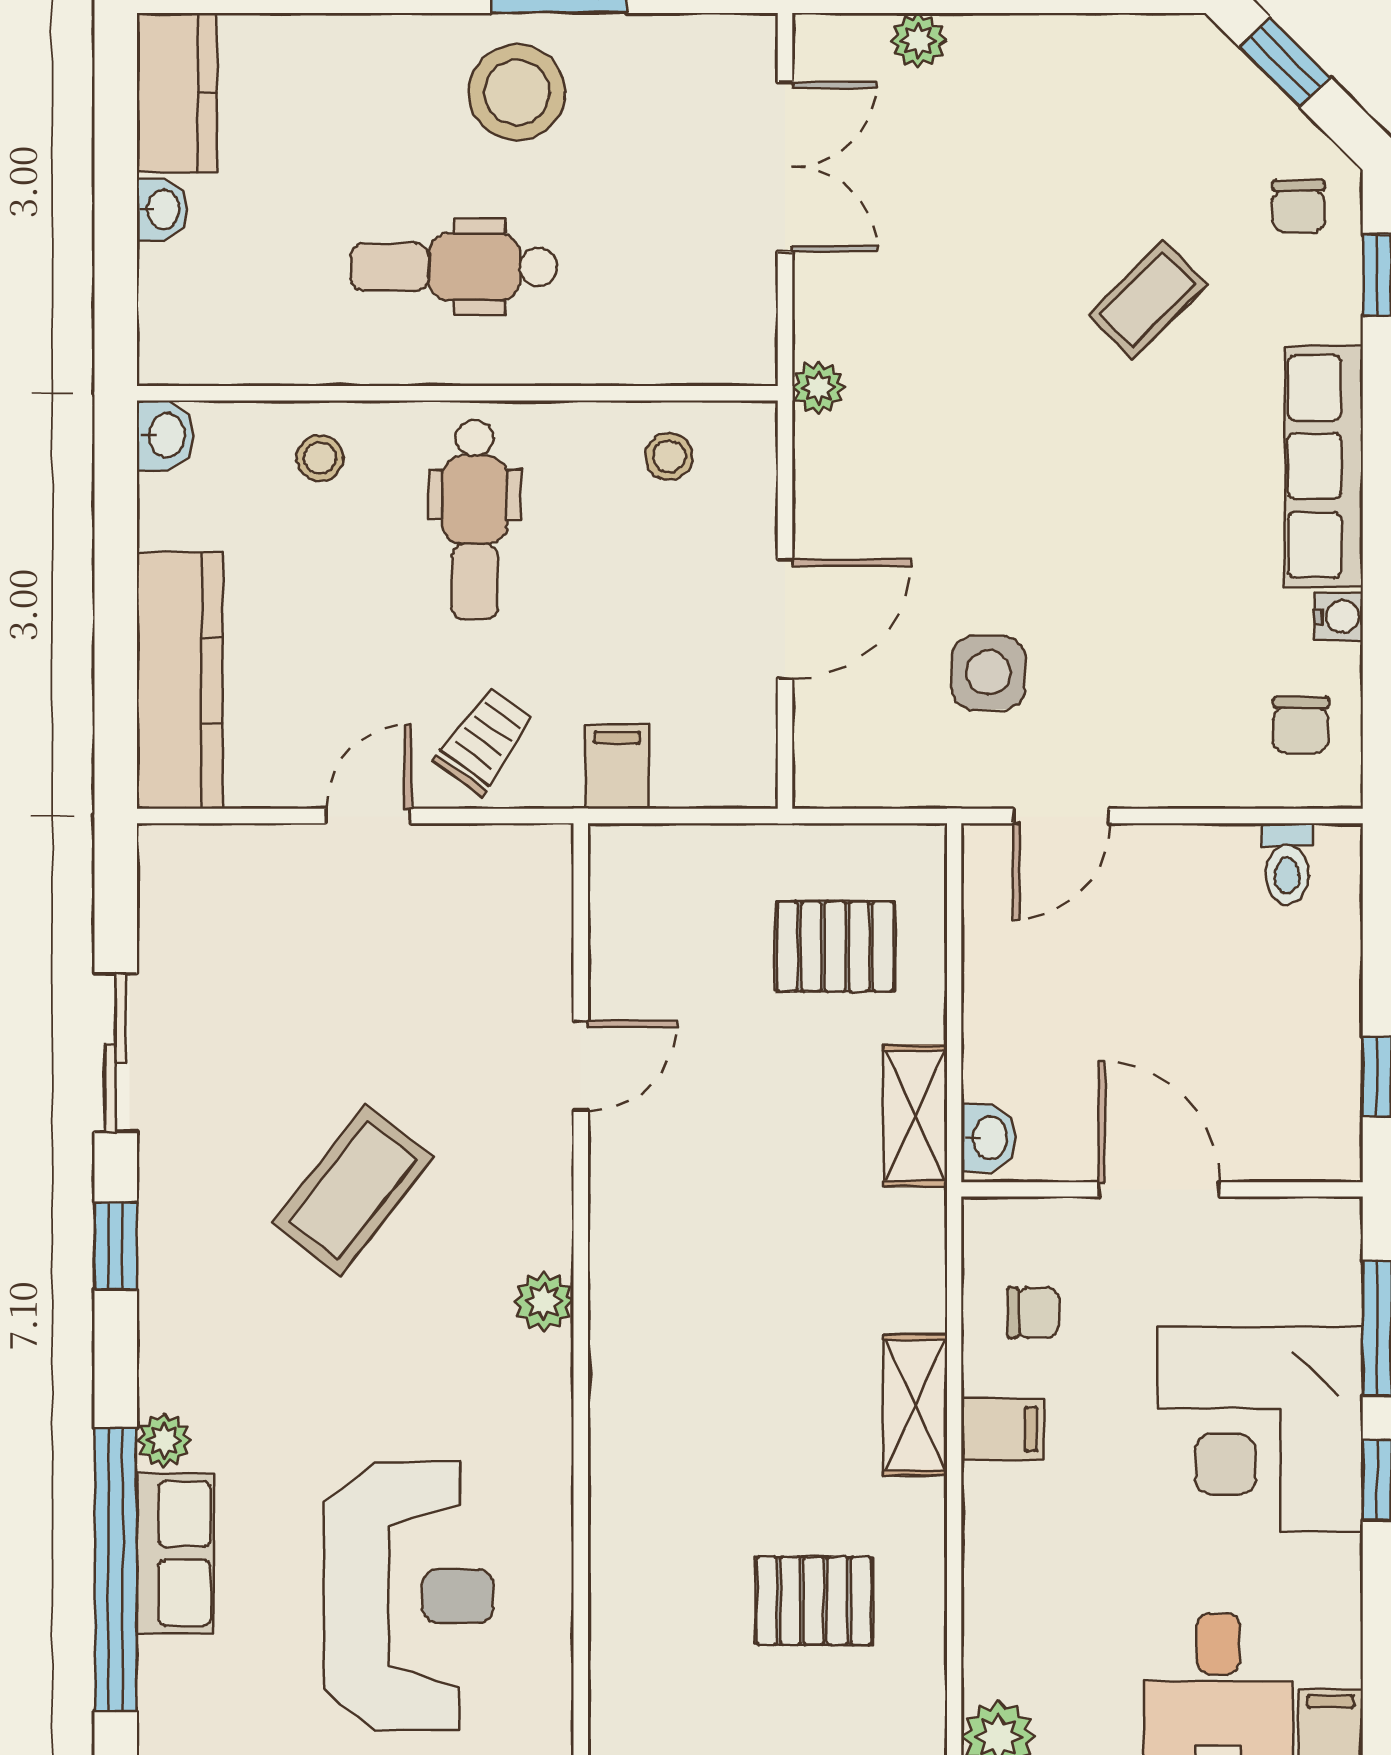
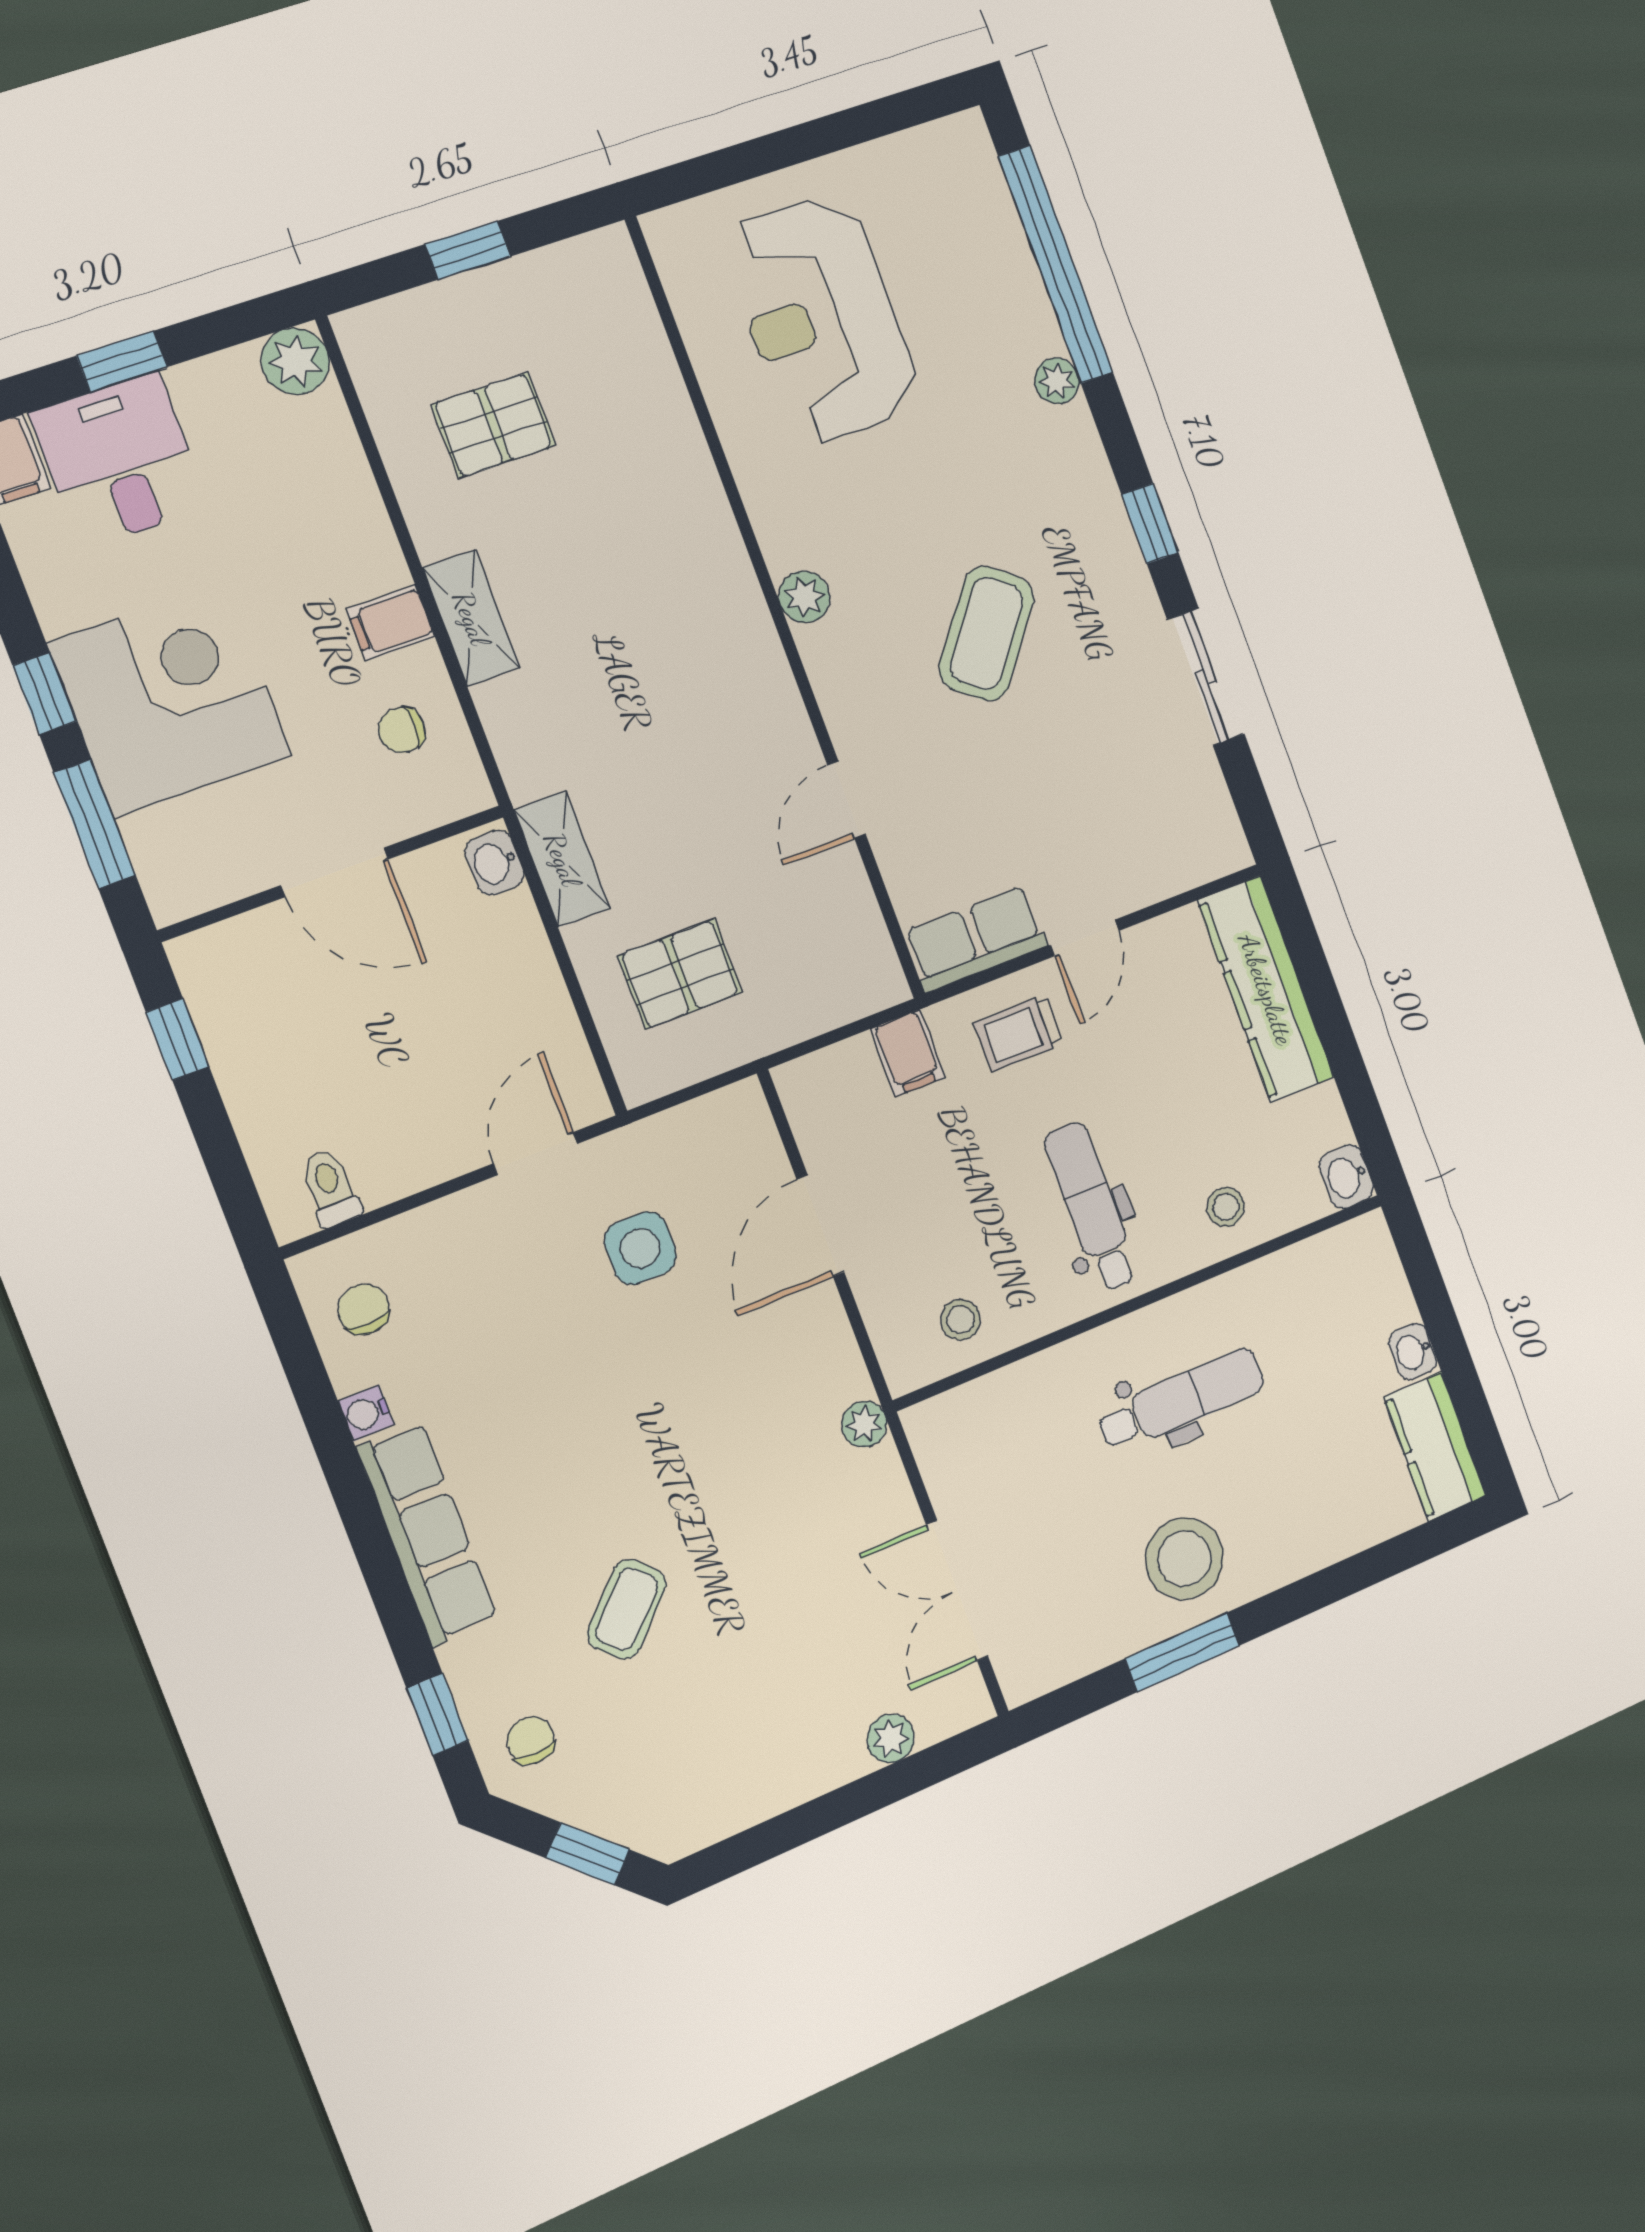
trolley: (485, 741) -> (1018, 1033), turned 54
row of seats: (175, 1553) -> (976, 939), moved, turned 90

